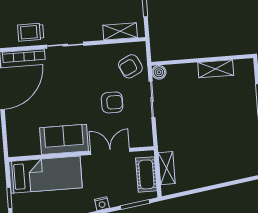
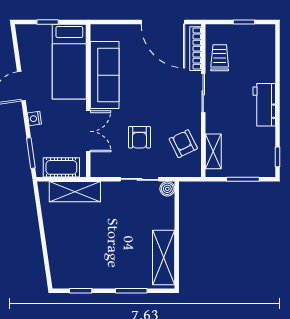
armchair: (130, 66) -> (183, 144), moved
shelving: (216, 69) -> (164, 258), width x1.50, depth x1.33
sofa: (64, 139) -> (105, 75), width x1.36
shelving: (167, 168) -> (75, 192), width x1.50, depth x1.33

